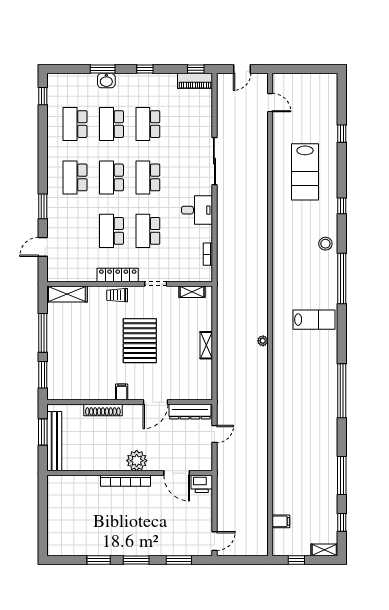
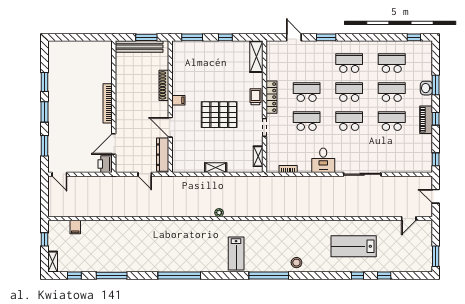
window: (318, 69) -> (436, 256), added
piano: (195, 81) -> (426, 120), moved
window: (342, 206) -> (358, 276), moved
window: (43, 333) -> (225, 37), width x0.46
plant: (137, 461) -> (124, 112), removed

